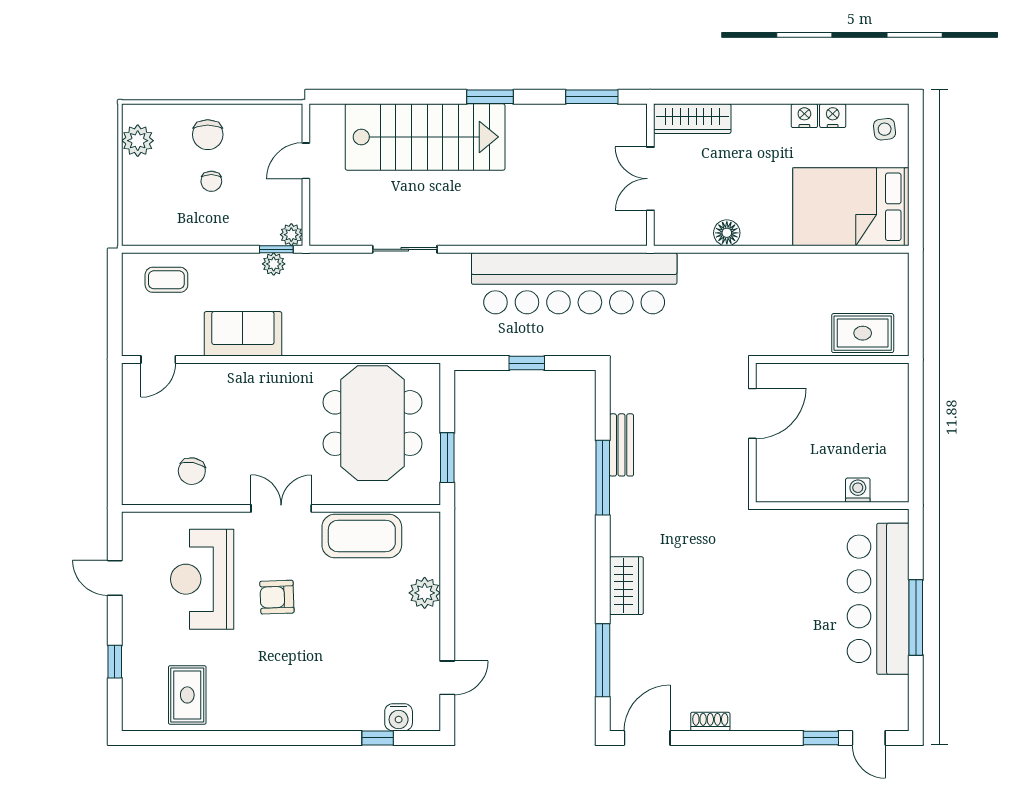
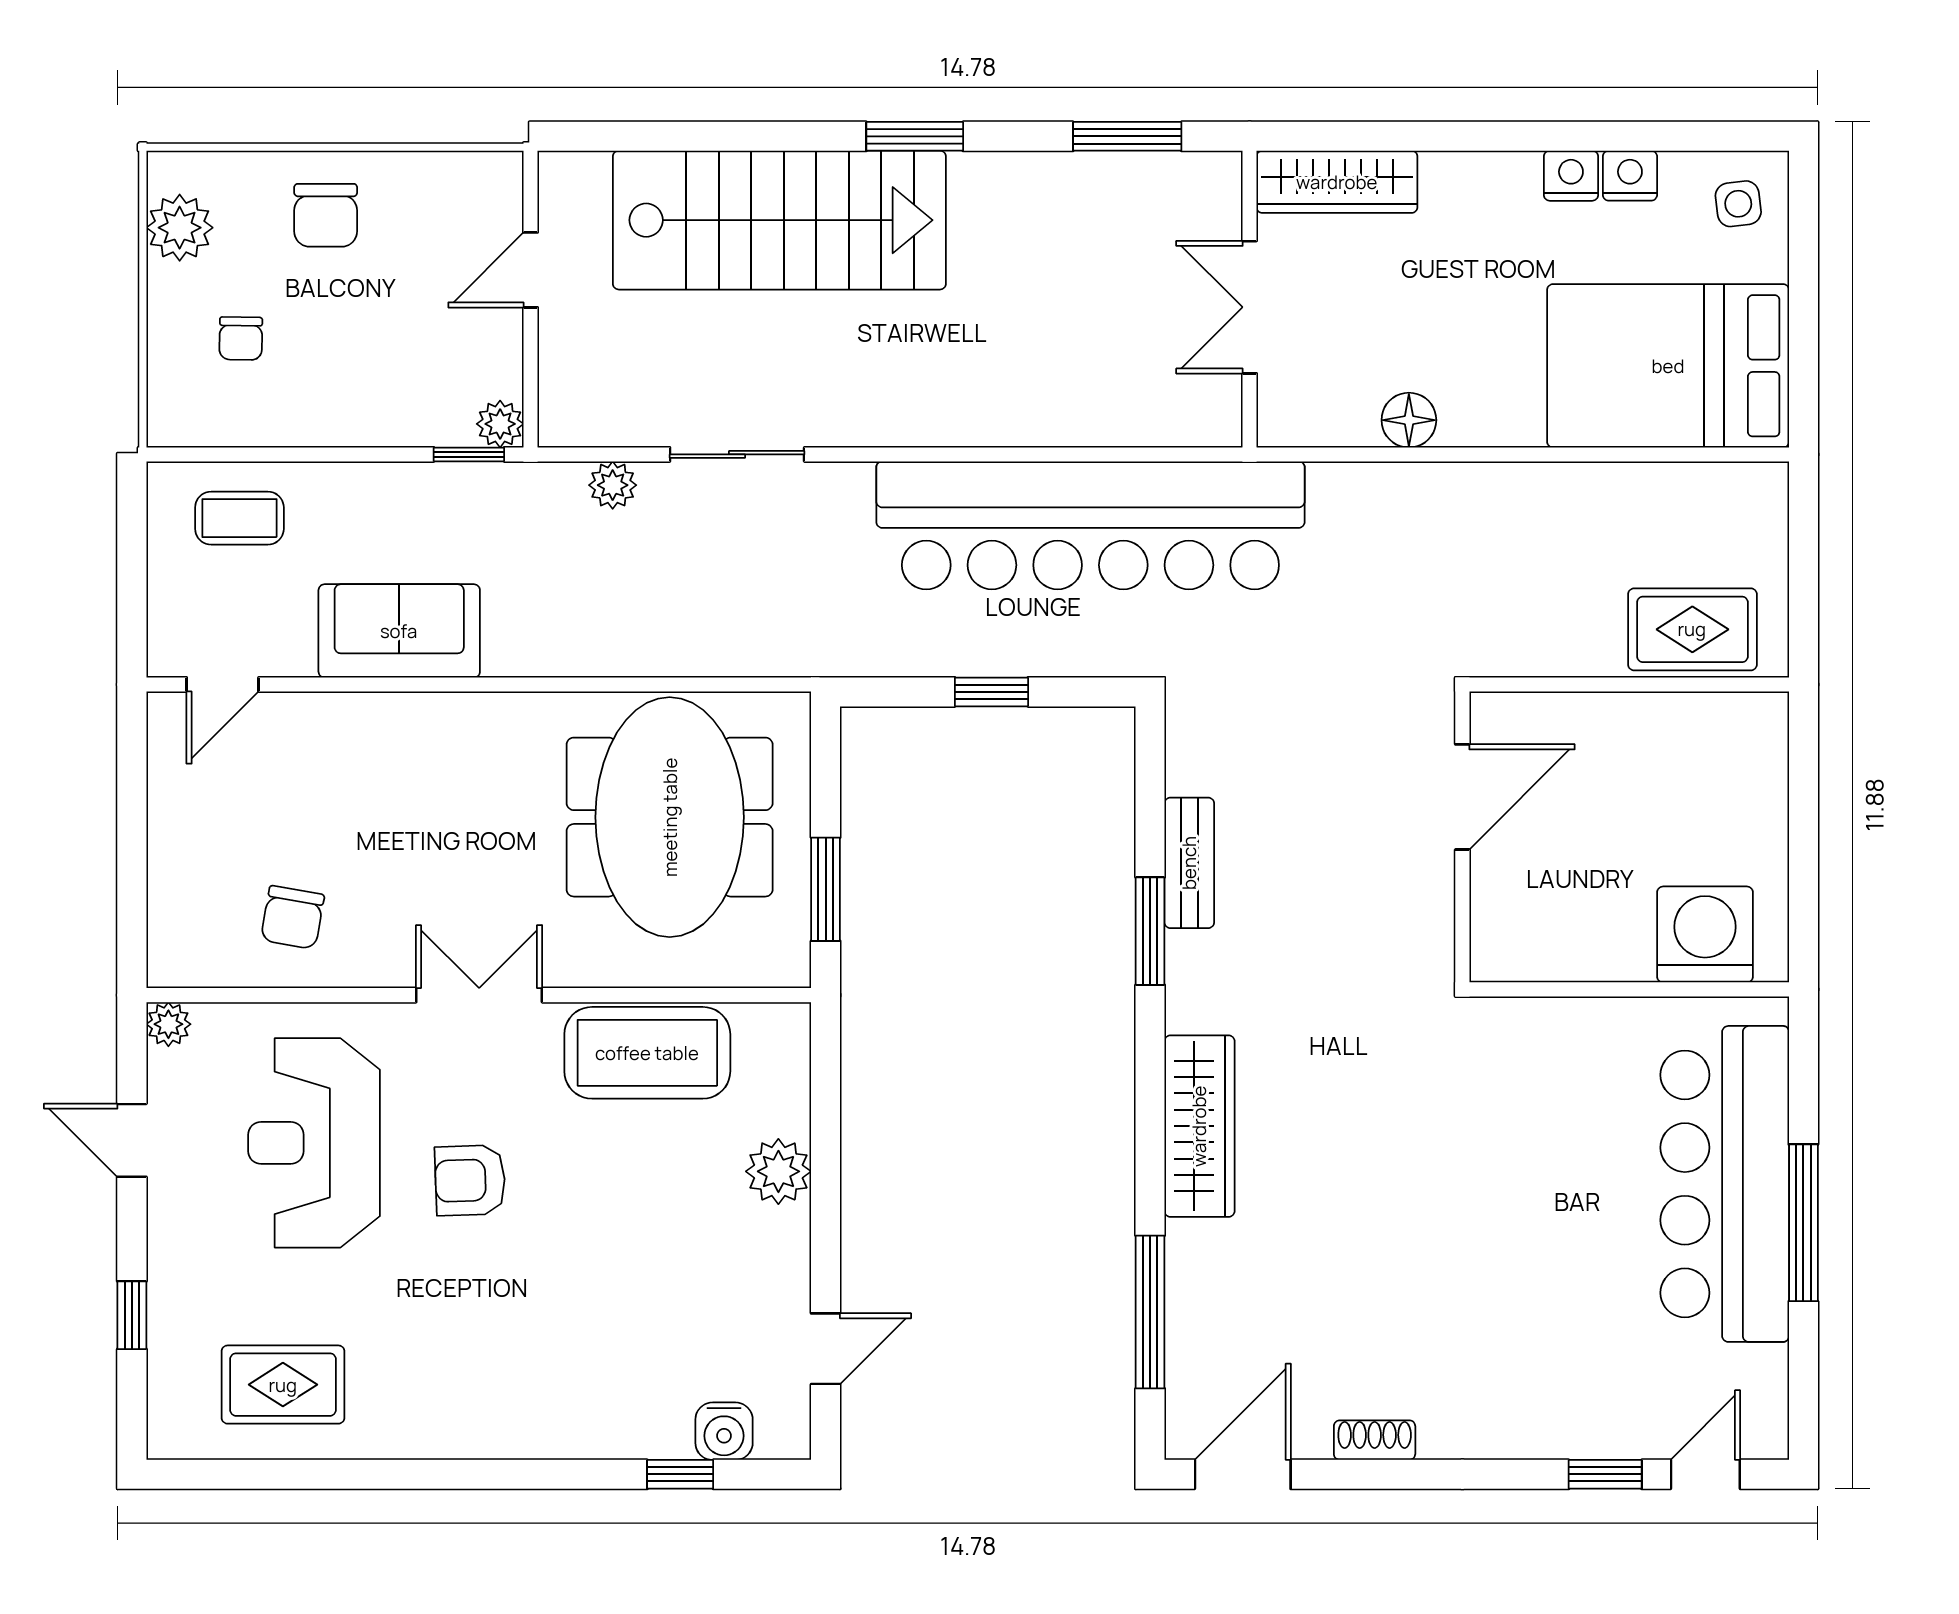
chair: (211, 181) -> (241, 338), moved
plant: (274, 264) -> (613, 485), moved
window: (603, 478) -> (1150, 931), width x0.69
washing machine: (858, 490) -> (1705, 934), width x1.89, depth x1.89
plant: (132, 522) -> (168, 1024), added
wardrobe: (626, 586) -> (1199, 1126), width x1.50
rug: (187, 695) -> (283, 1385), turned 90
door: (869, 738) -> (1705, 1474), swing flipped

